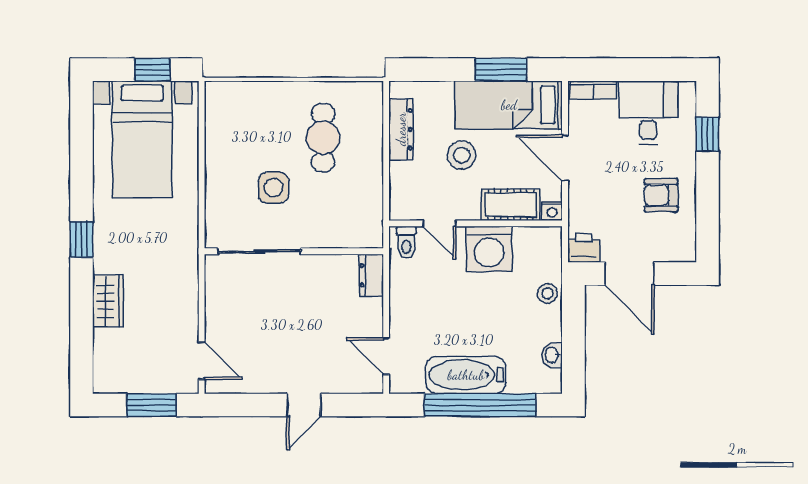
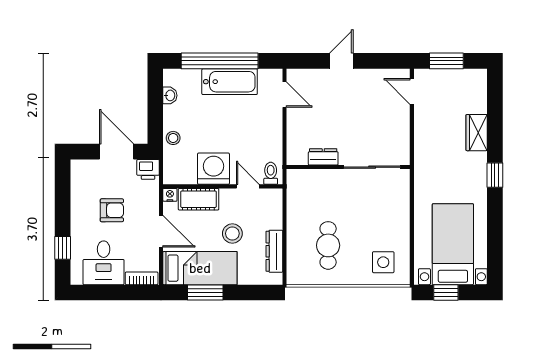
side table: (273, 188) -> (383, 262), moved
armchair: (661, 195) -> (112, 210), moved
dresser: (371, 275) -> (323, 157), moved, turned -90

